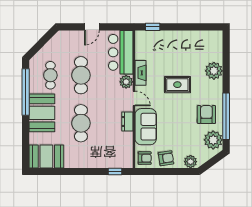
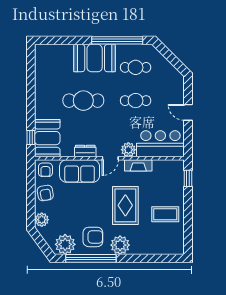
coffee table: (186, 48) -> (165, 214), added
plant: (214, 71) -> (120, 245), moved
cafe table: (81, 75) -> (136, 101), width x0.73, depth x0.74
rug: (177, 85) -> (125, 205), width x1.36, depth x1.43
booth: (46, 156) -> (47, 138), moved

